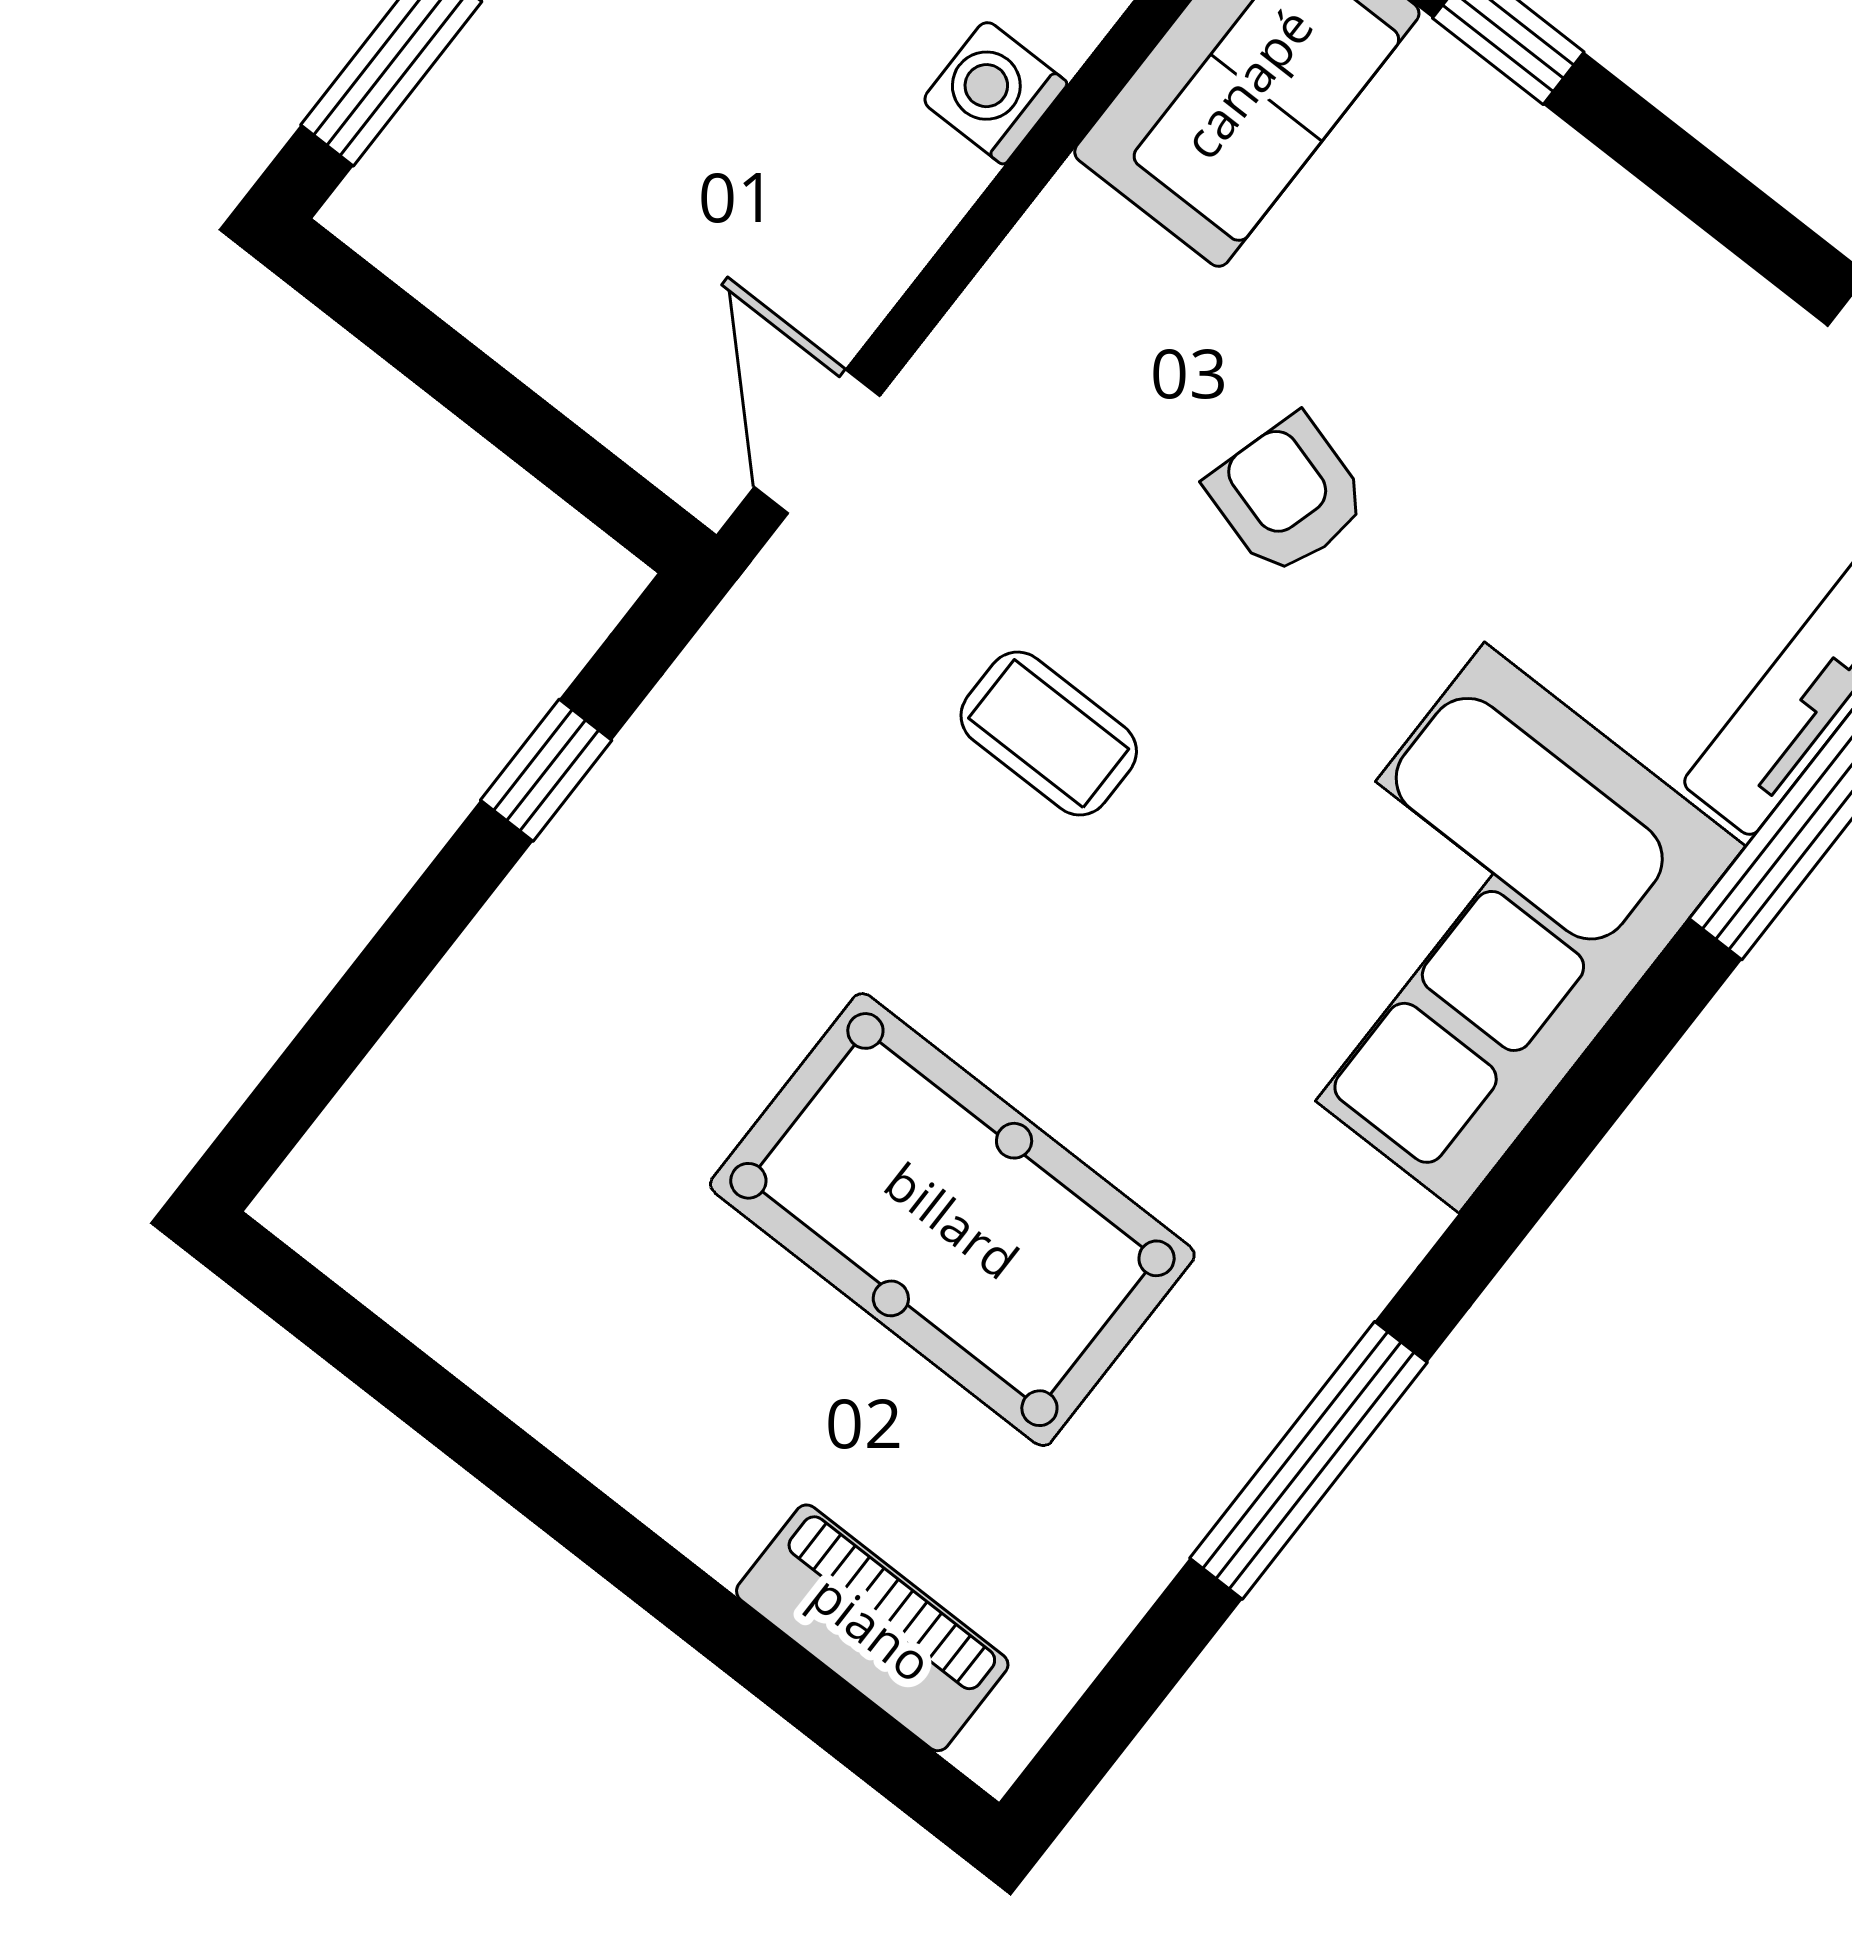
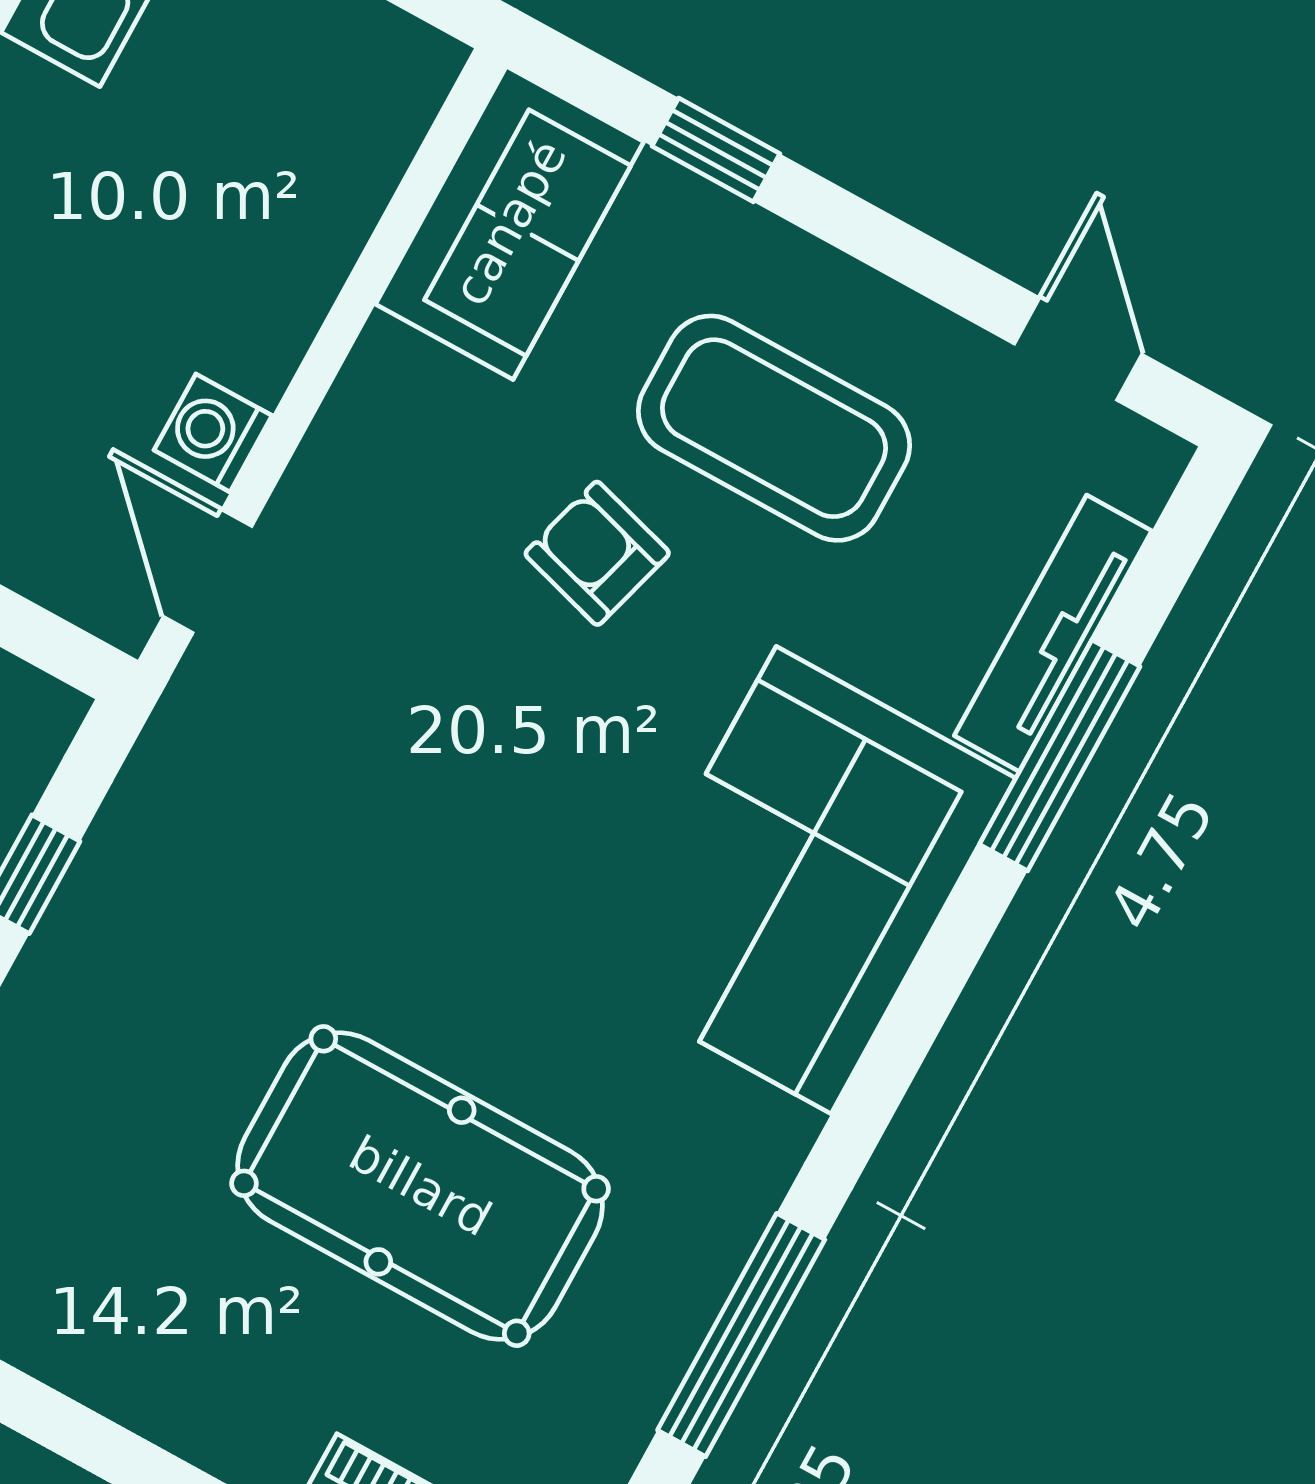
washing machine: (995, 92) -> (213, 433), moved
coffee table: (1049, 734) -> (774, 428), moved, width x1.86, depth x1.72

